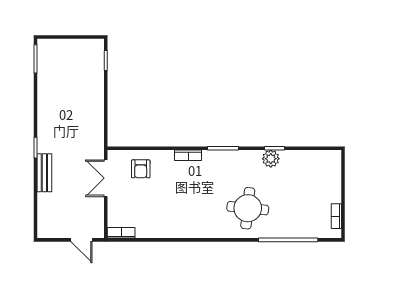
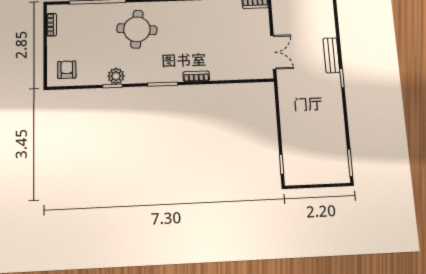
armchair: (141, 169) -> (67, 70), moved

